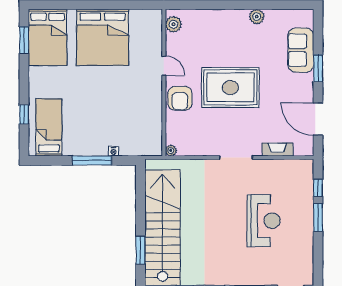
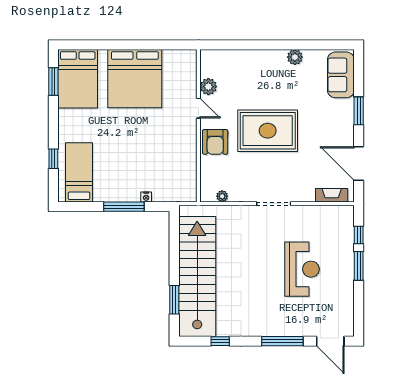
plant: (173, 24) -> (208, 87), moved
sofa: (301, 50) -> (341, 75), moved
fireplace: (277, 150) -> (332, 195), moved
plant: (171, 151) -> (222, 196), moved

